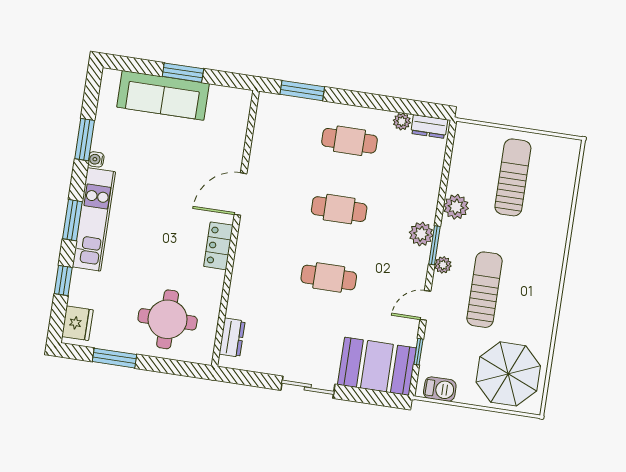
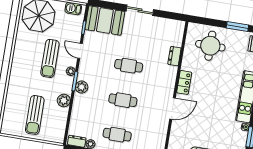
door: (425, 305) -> (80, 51), swing flipped
dresser: (232, 338) -> (174, 56), moved

